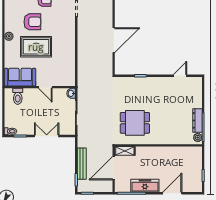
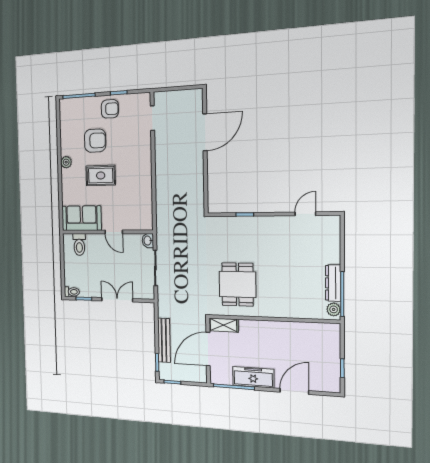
door: (114, 40) -> (205, 132), moved
rug: (36, 47) -> (101, 175), width x0.73, depth x0.70
dining table: (135, 123) -> (238, 284), turned 90

